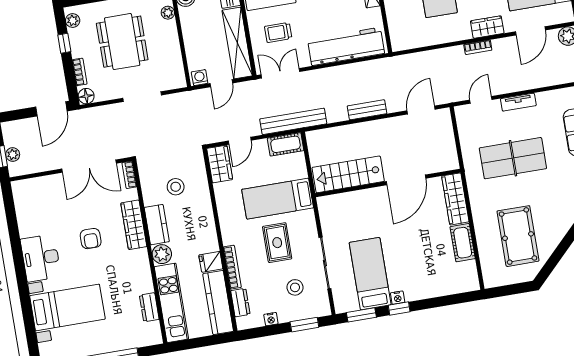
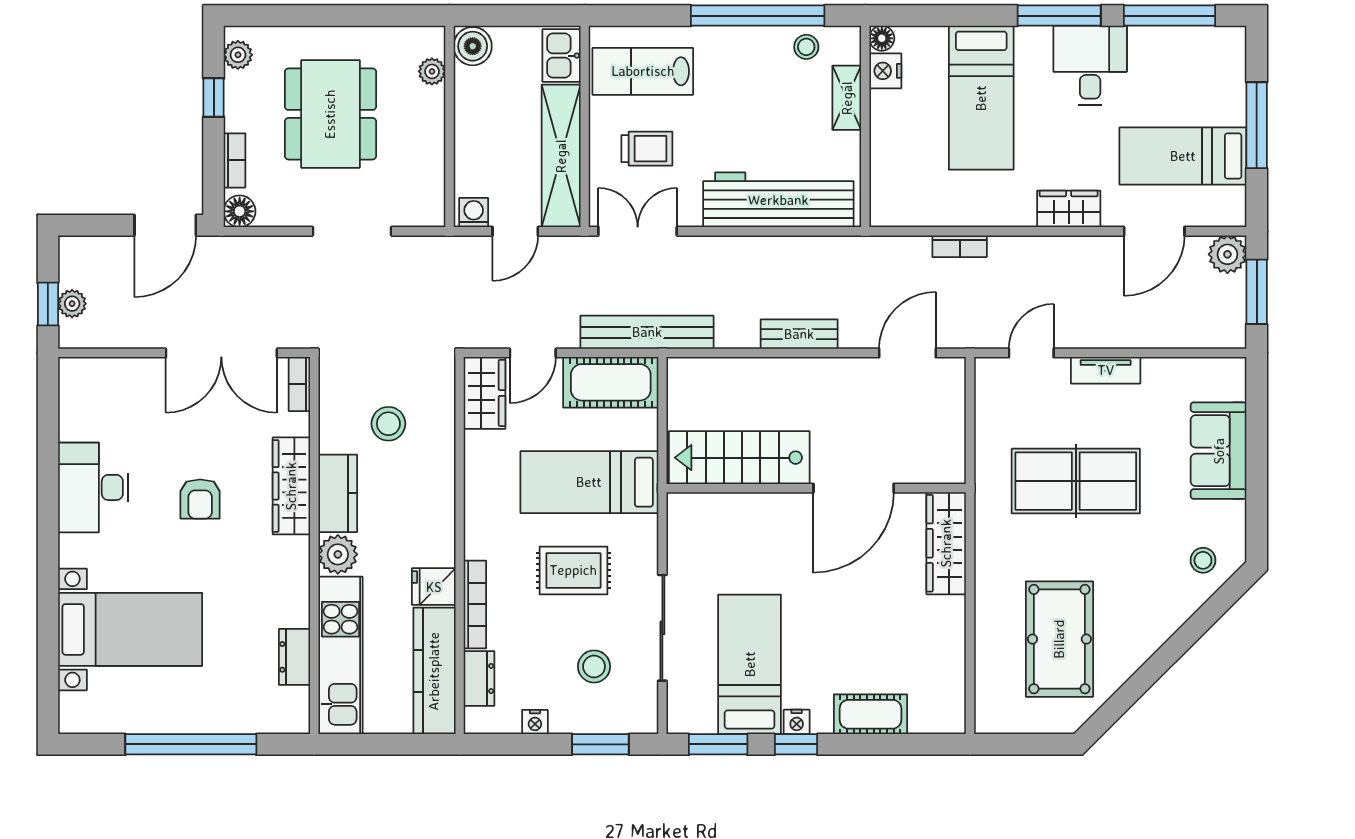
trolley: (278, 32) -> (647, 149), turned 180
bookcase: (478, 47) -> (960, 246), moved
cot: (286, 144) -> (611, 382), width x1.37, depth x1.34
rug: (277, 243) -> (573, 570), turned 90
cot: (463, 243) -> (870, 714), moved, turned 90
desk: (41, 258) -> (93, 487), moved

